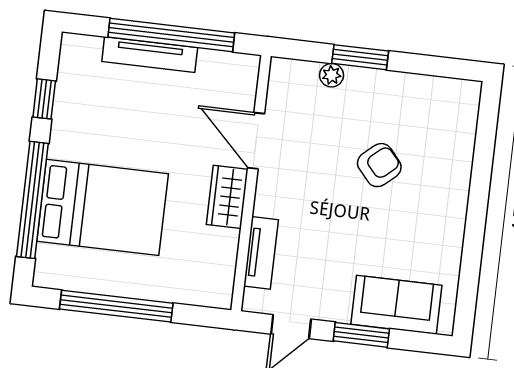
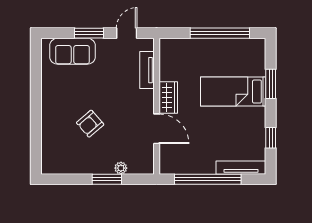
tv unit: (150, 55) -> (241, 168), moved
window: (32, 200) -> (271, 84), width x0.47
bed: (103, 207) -> (233, 92), width x0.67

